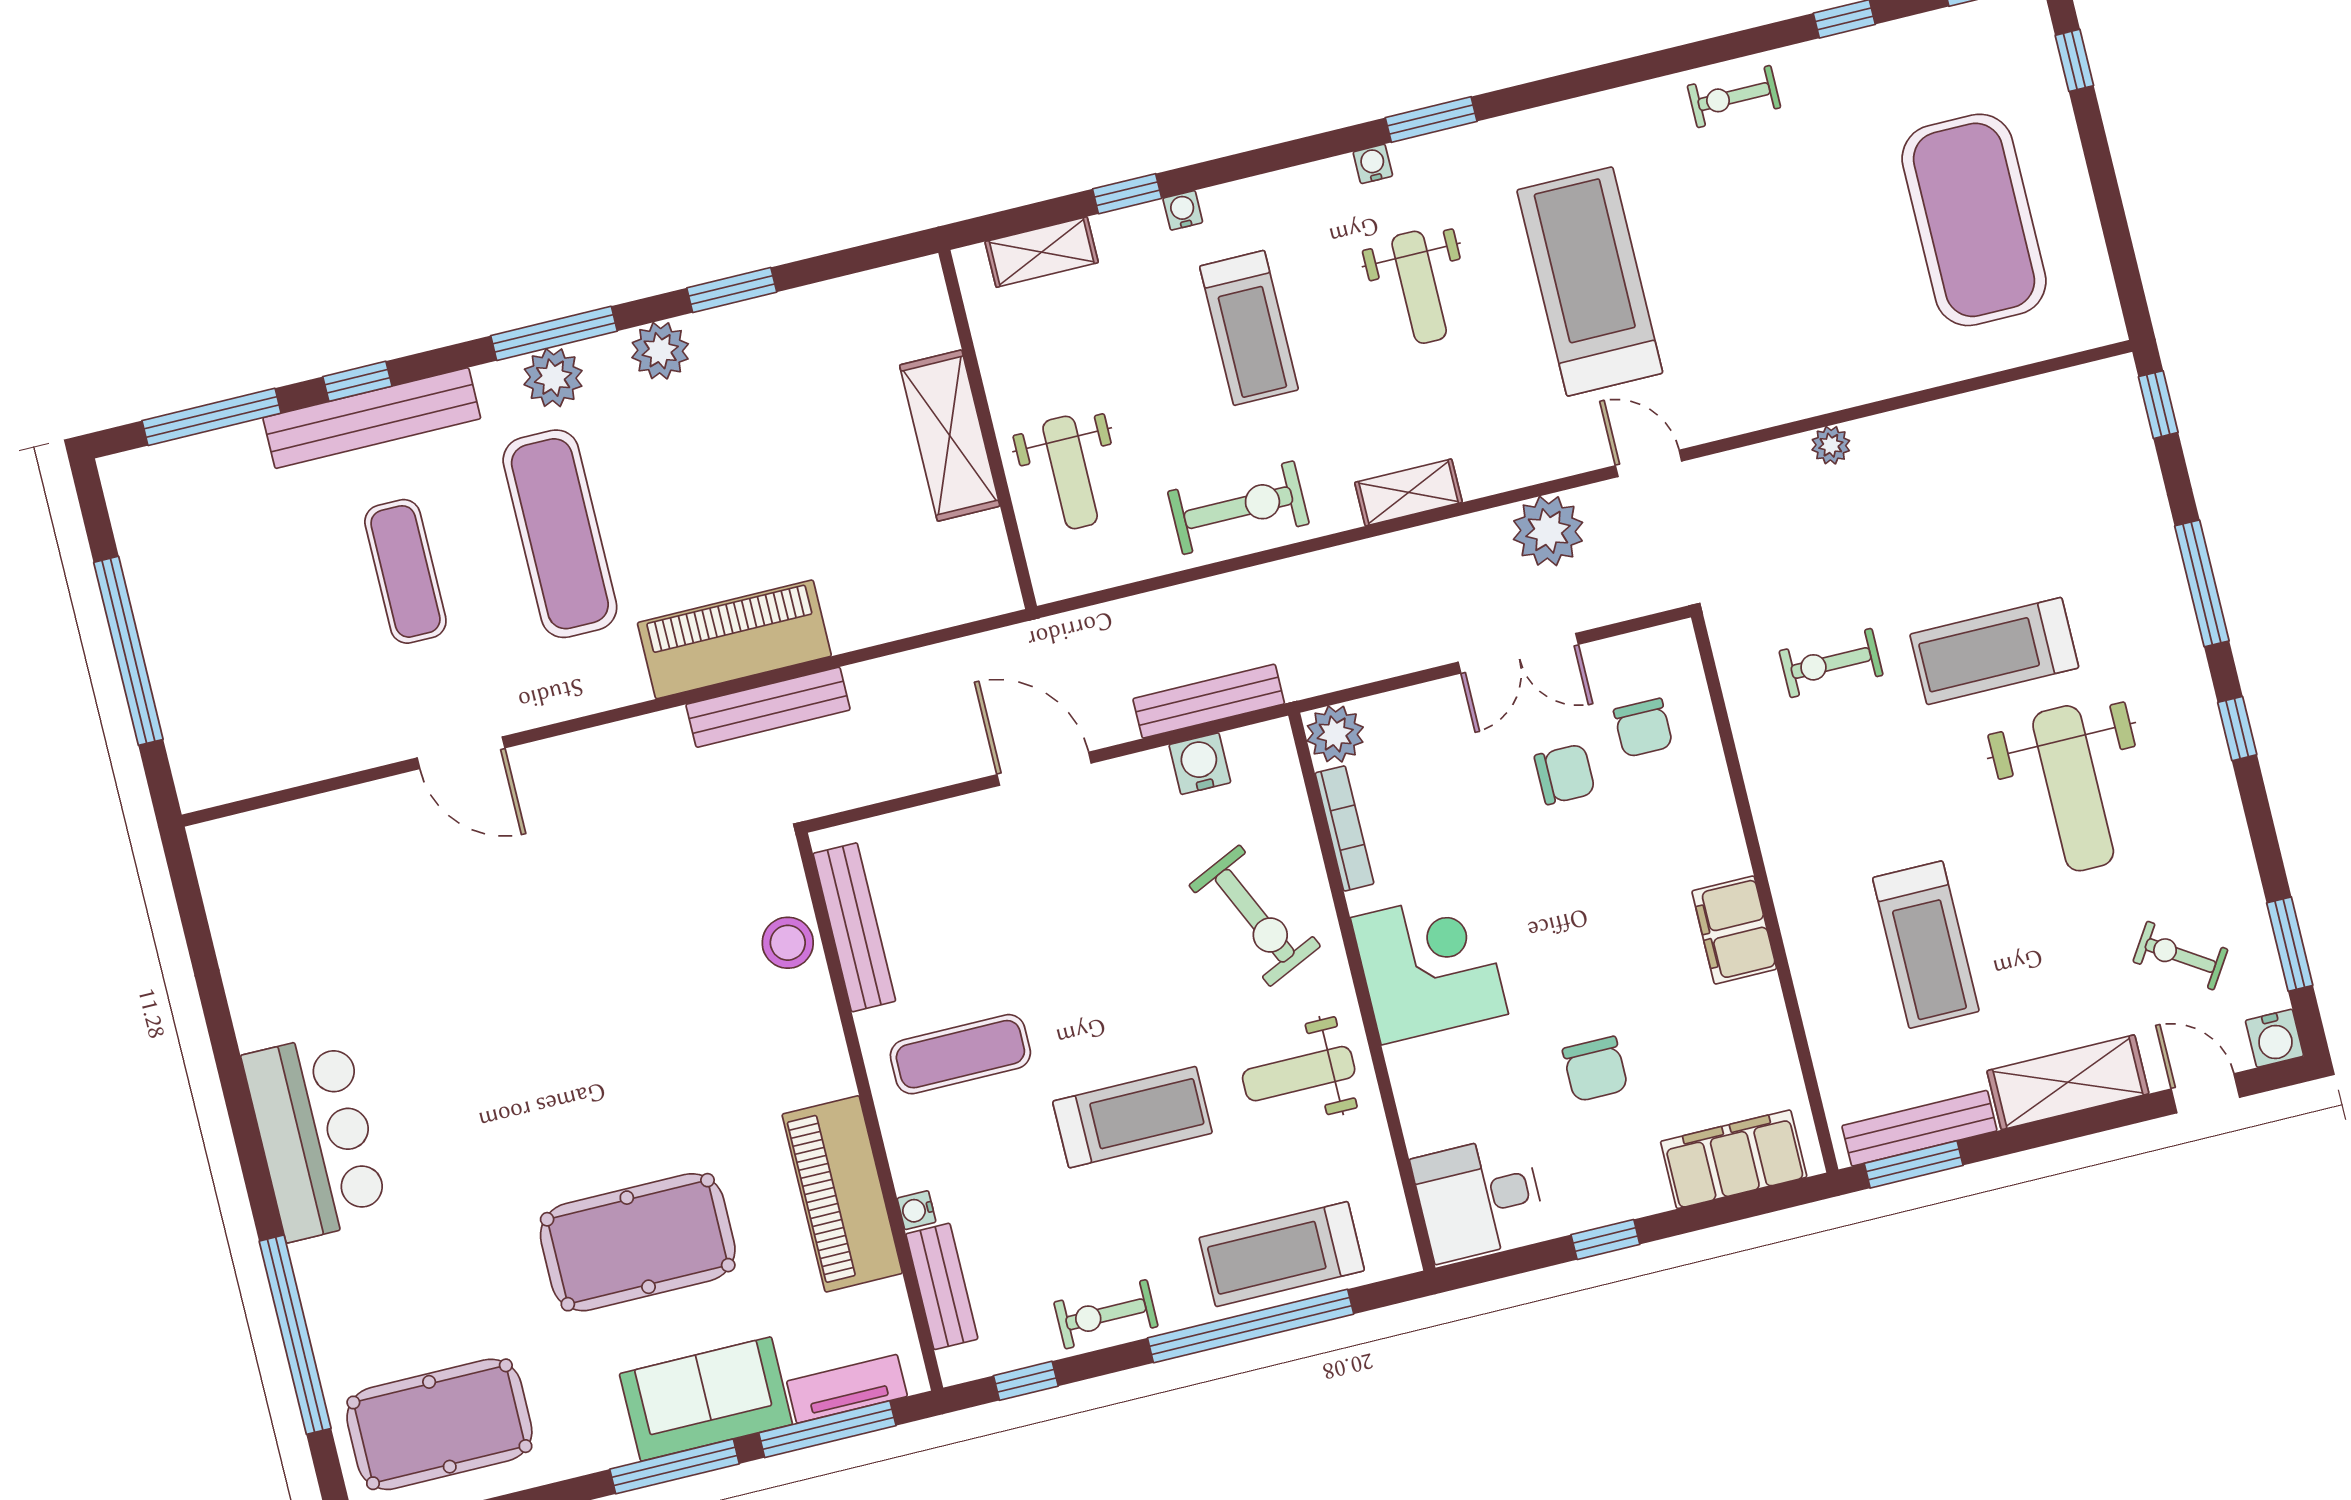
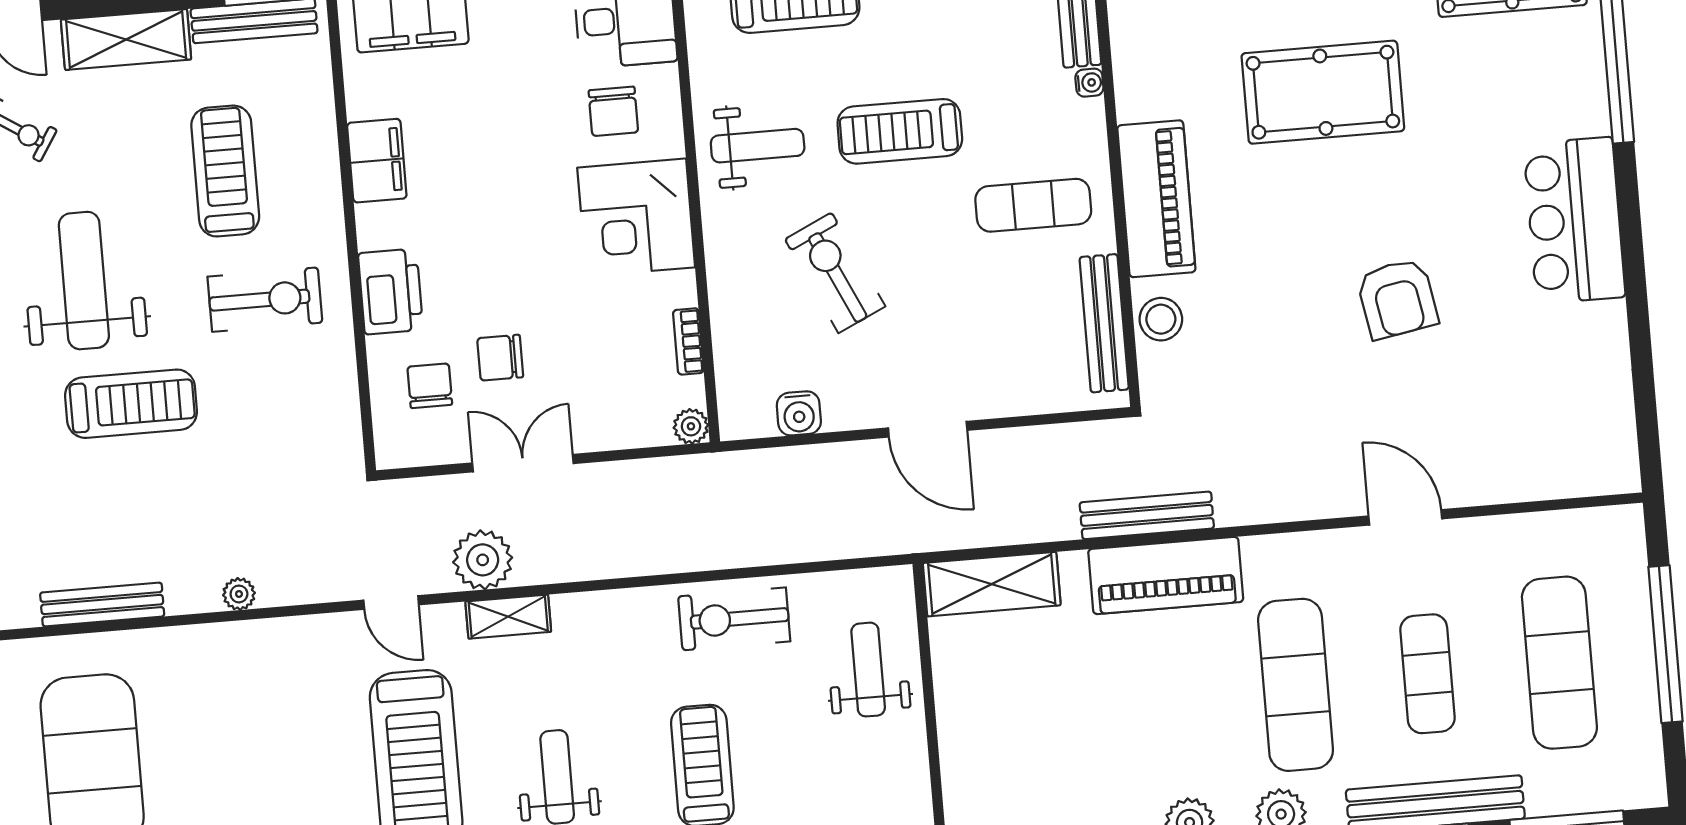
shelving: (950, 436) -> (992, 584), moved, turned 90
shelving: (1408, 492) -> (508, 617), moved
exercise mat: (251, 609) -> (1559, 663), added
exercise bike: (1831, 663) -> (265, 300), moved, width x1.38, depth x1.39
bench: (1209, 701) -> (102, 605), moved
plant: (1335, 734) -> (691, 426), width x0.73, depth x0.73
bookcase: (1344, 828) -> (688, 341), width x0.64
printer: (1707, 832) -> (391, 292), added
exercise bike: (1255, 916) -> (835, 273), moved
filing cabinet: (1734, 930) -> (377, 161), moved
armchair: (511, 1011) -> (1397, 299), added
chair: (1595, 1069) -> (613, 111), moved, turned 180
piano: (842, 1194) -> (1156, 199), moved

